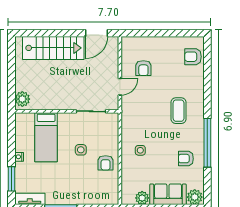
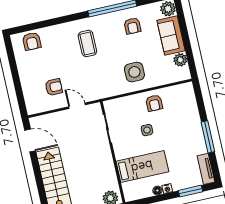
coffee table: (179, 111) -> (87, 44), turned 90
floor lamp: (19, 147) -> (157, 191), added
side table: (140, 150) -> (134, 72), width x1.87, depth x1.87
armchair: (106, 163) -> (154, 103), turned 90

